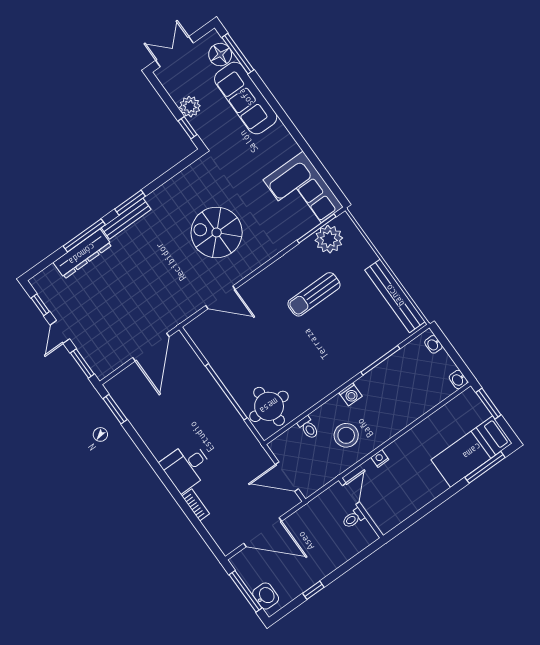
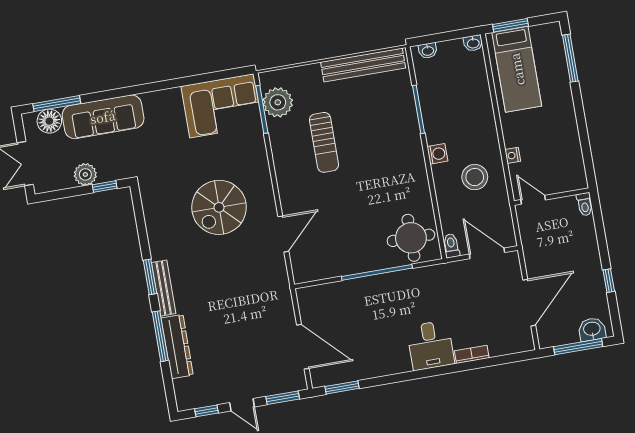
door: (151, 347) -> (303, 347), moved
toilet: (308, 428) -> (451, 246), moved, turned -90
bed: (472, 451) -> (517, 69), moved
door: (287, 477) -> (487, 253), swing flipped
toilet: (353, 518) -> (585, 204), moved

